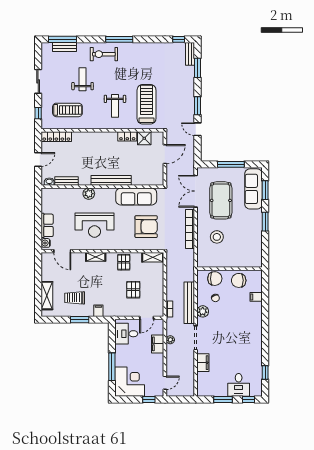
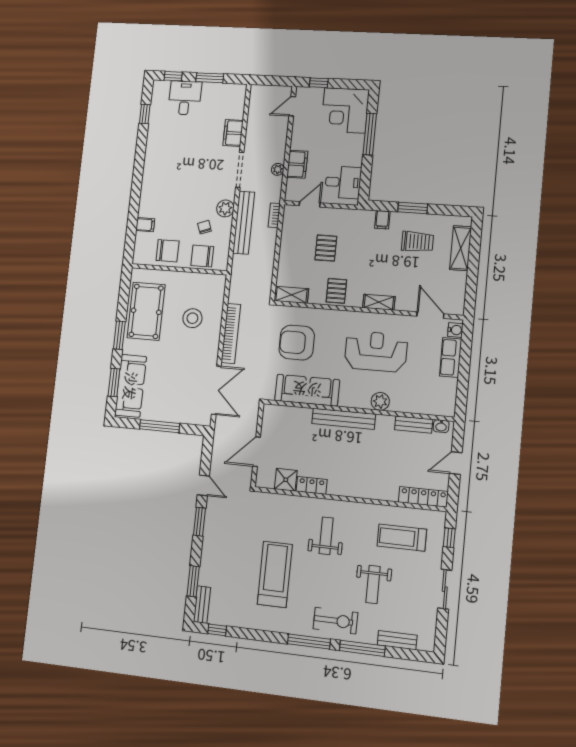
window: (63, 39) -> (362, 648), moved
treadmill: (147, 104) -> (275, 574), moved, turned 180
pool table: (221, 200) -> (146, 311), moved

